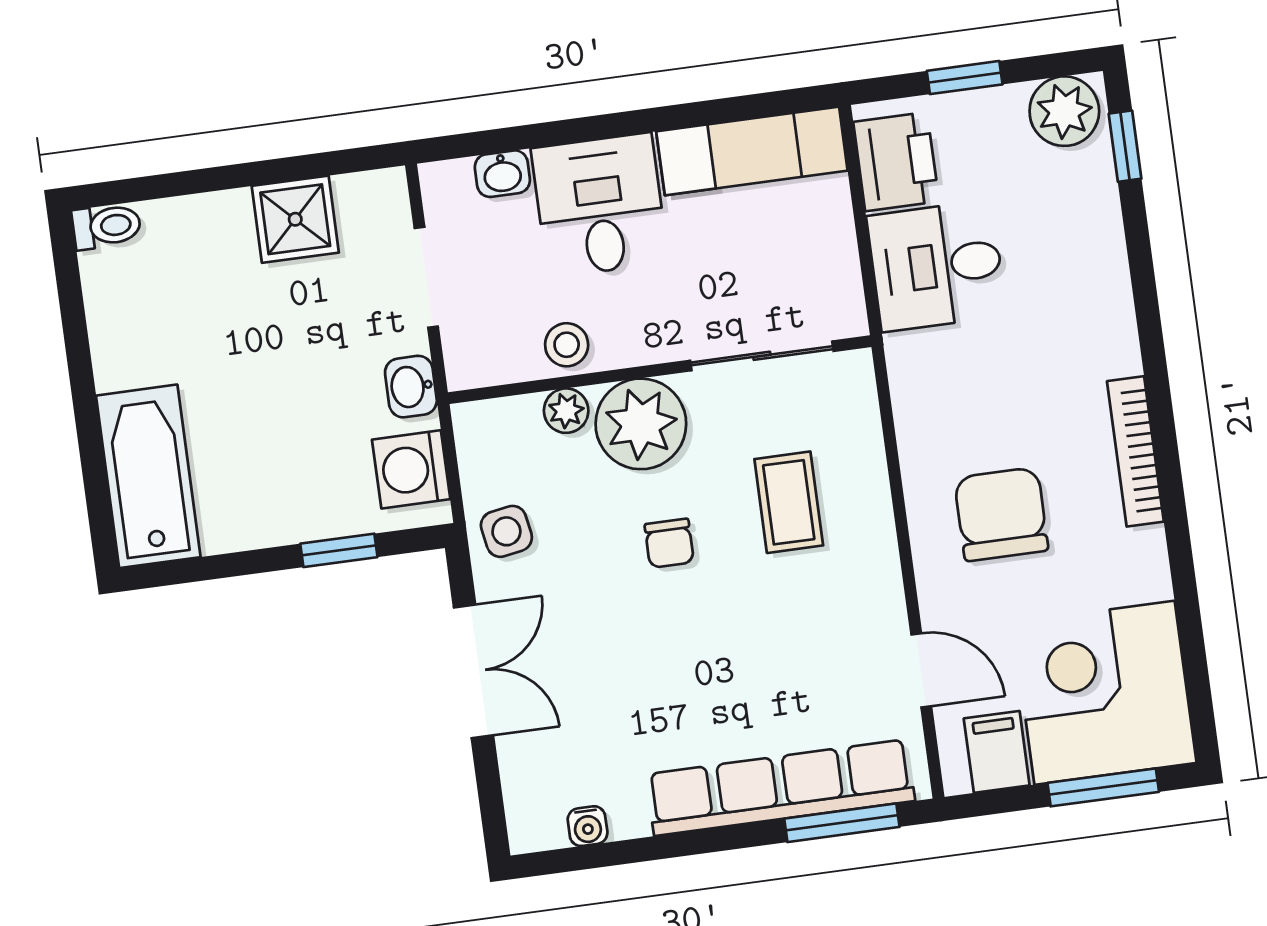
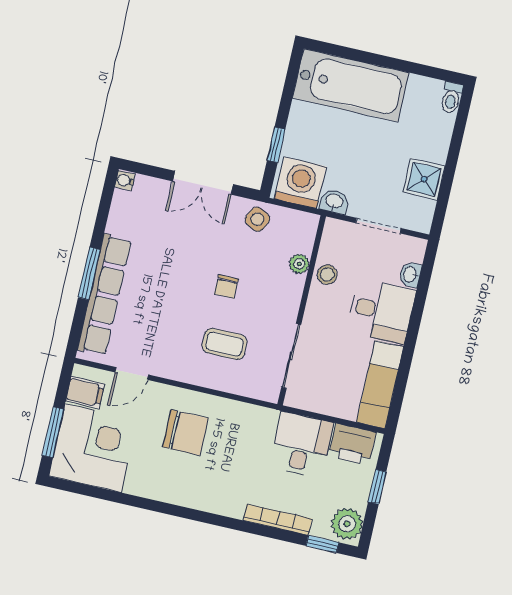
plant: (641, 424) -> (282, 294), removed
bookcase: (1135, 451) -> (278, 520), moved
washing machine: (411, 469) -> (300, 183), width x1.37, depth x1.37
bathtub: (148, 476) -> (351, 85), width x1.36, depth x1.36
side table: (506, 531) -> (257, 219), turned 38
chair: (669, 543) -> (226, 287), turned -90
window: (842, 823) -> (89, 273), moved
water cooler: (588, 826) -> (125, 181), moved

